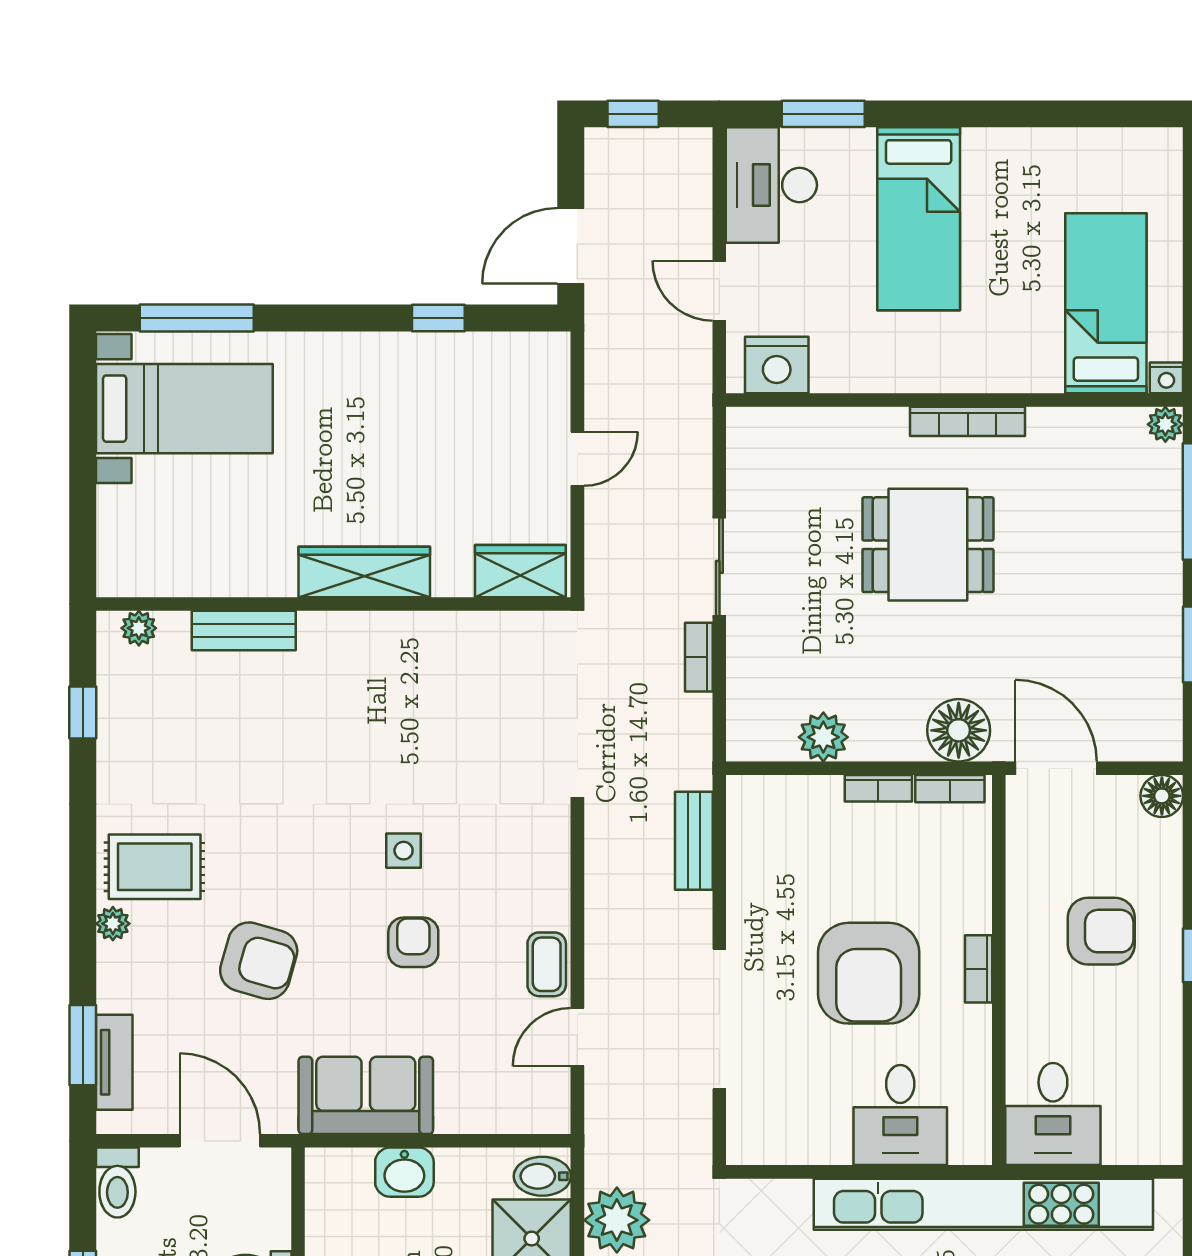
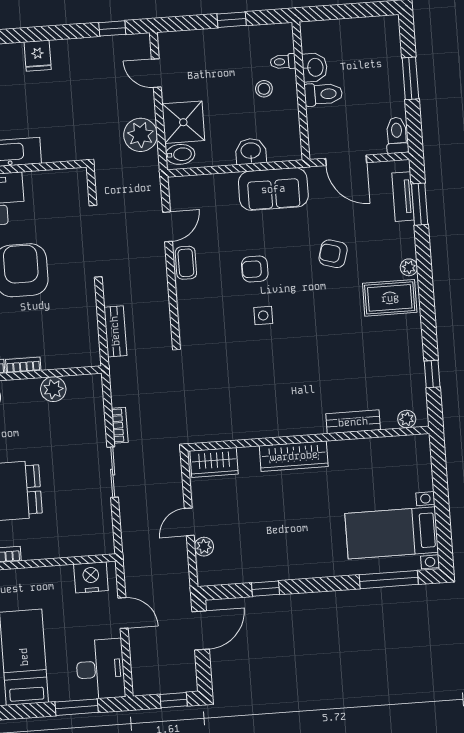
plant: (552, 409) -> (204, 547), added
armchair: (413, 942) -> (255, 269), turned 90
armchair: (259, 961) -> (333, 254), width x0.72, depth x0.72

